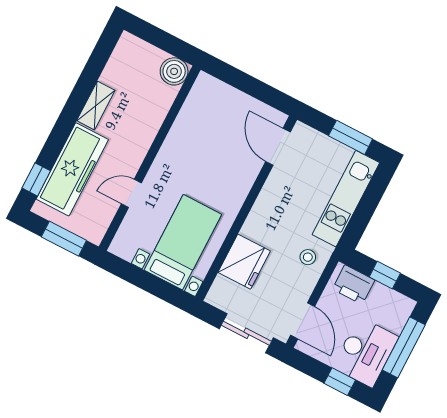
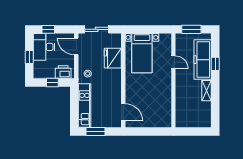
boiler: (174, 71) -> (182, 121), removed
window: (36, 179) -> (215, 64), moved
door: (131, 193) -> (173, 62), hinge flipped
window: (404, 347) -> (29, 57), width x0.46

